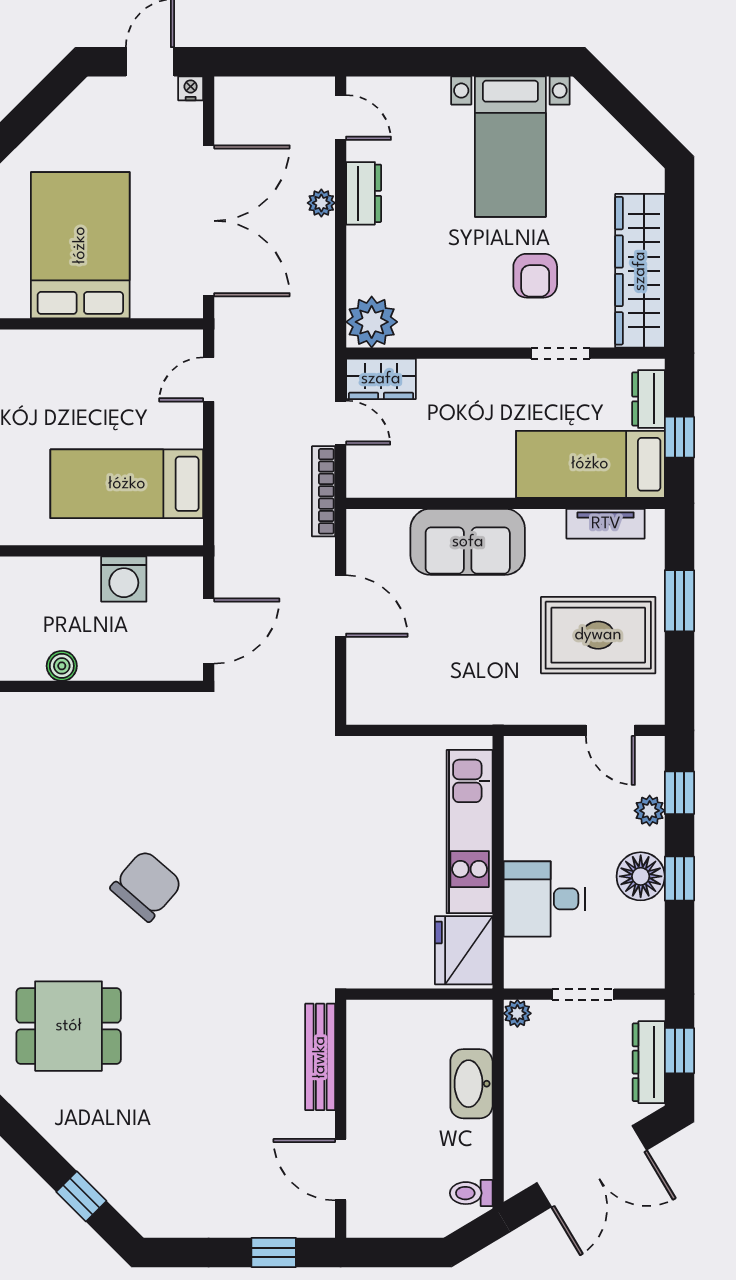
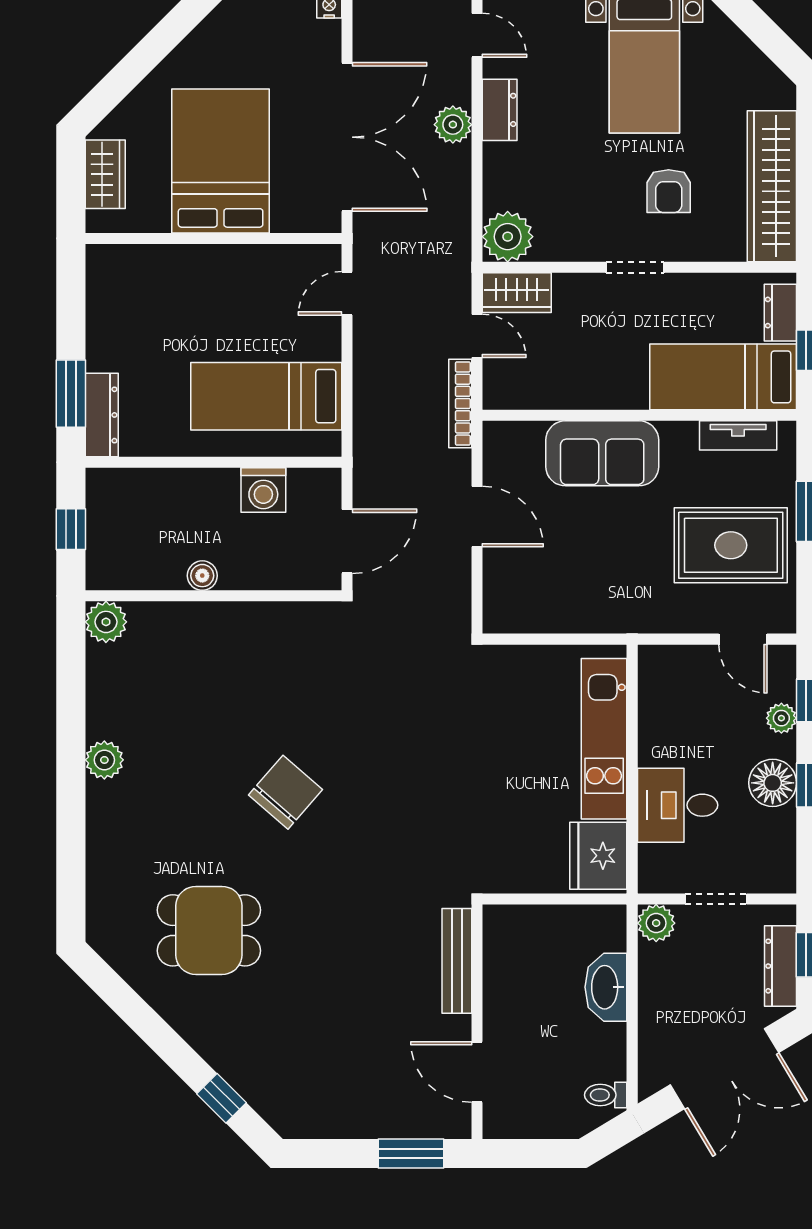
plant: (321, 203) -> (453, 125), width x1.38, depth x1.38
doorway: (560, 353) -> (635, 267), moved
plant: (517, 1013) -> (656, 923), width x1.38, depth x1.38
window: (274, 1252) -> (411, 1153), width x1.50

